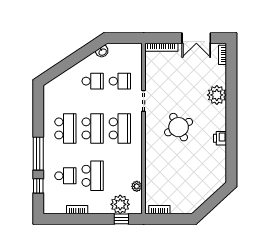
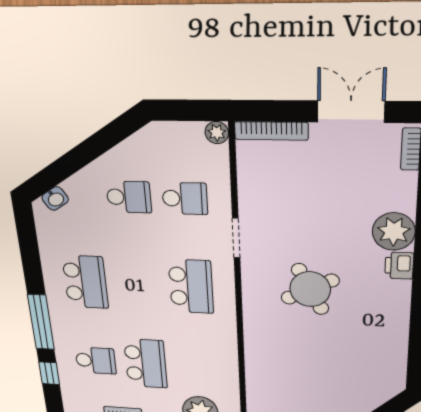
double door: (196, 38) -> (351, 112), swing flipped
washbasin: (102, 52) -> (55, 198), moved
school desk: (93, 128) -> (138, 284), removed
printer: (220, 138) -> (399, 266), moved
plant: (137, 186) -> (217, 133), moved

